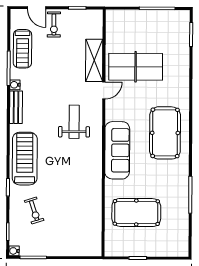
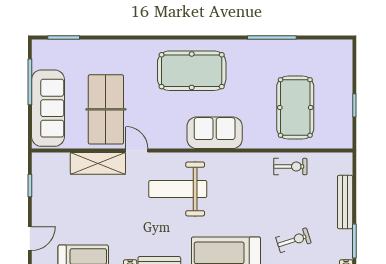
sofa: (137, 22) -> (48, 108), added
exercise bike: (54, 24) -> (290, 167), moved
weight bench: (74, 122) -> (178, 189), width x1.36, depth x1.33
sofa: (117, 150) -> (215, 133), width x0.73
bench: (63, 250) -> (345, 202), added

